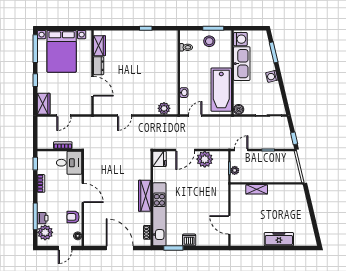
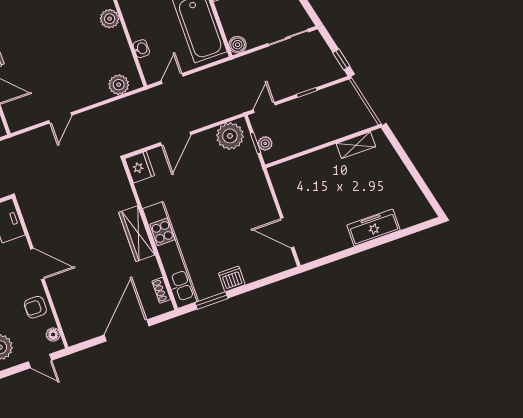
plant: (172, 69) -> (110, 19), added
plant: (205, 159) -> (230, 136), moved
shelving: (257, 189) -> (356, 145), moved
door: (65, 248) -> (40, 361), hinge flipped
door: (120, 248) -> (127, 330), hinge flipped

